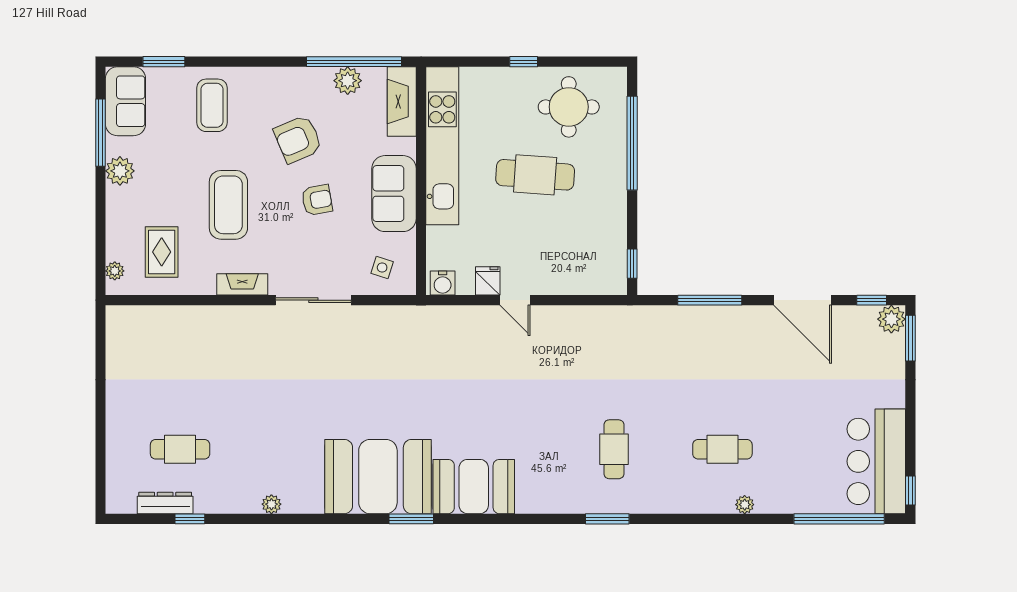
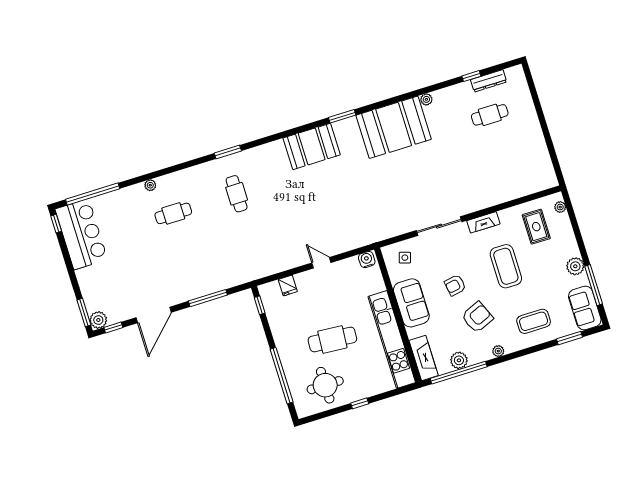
plant: (282, 76) -> (498, 351), added
coffee table: (212, 105) -> (534, 321), turned 90
fridge: (488, 281) -> (288, 285), moved
door: (803, 300) -> (154, 315), swing flipped
booth: (378, 477) -> (394, 127), moved

